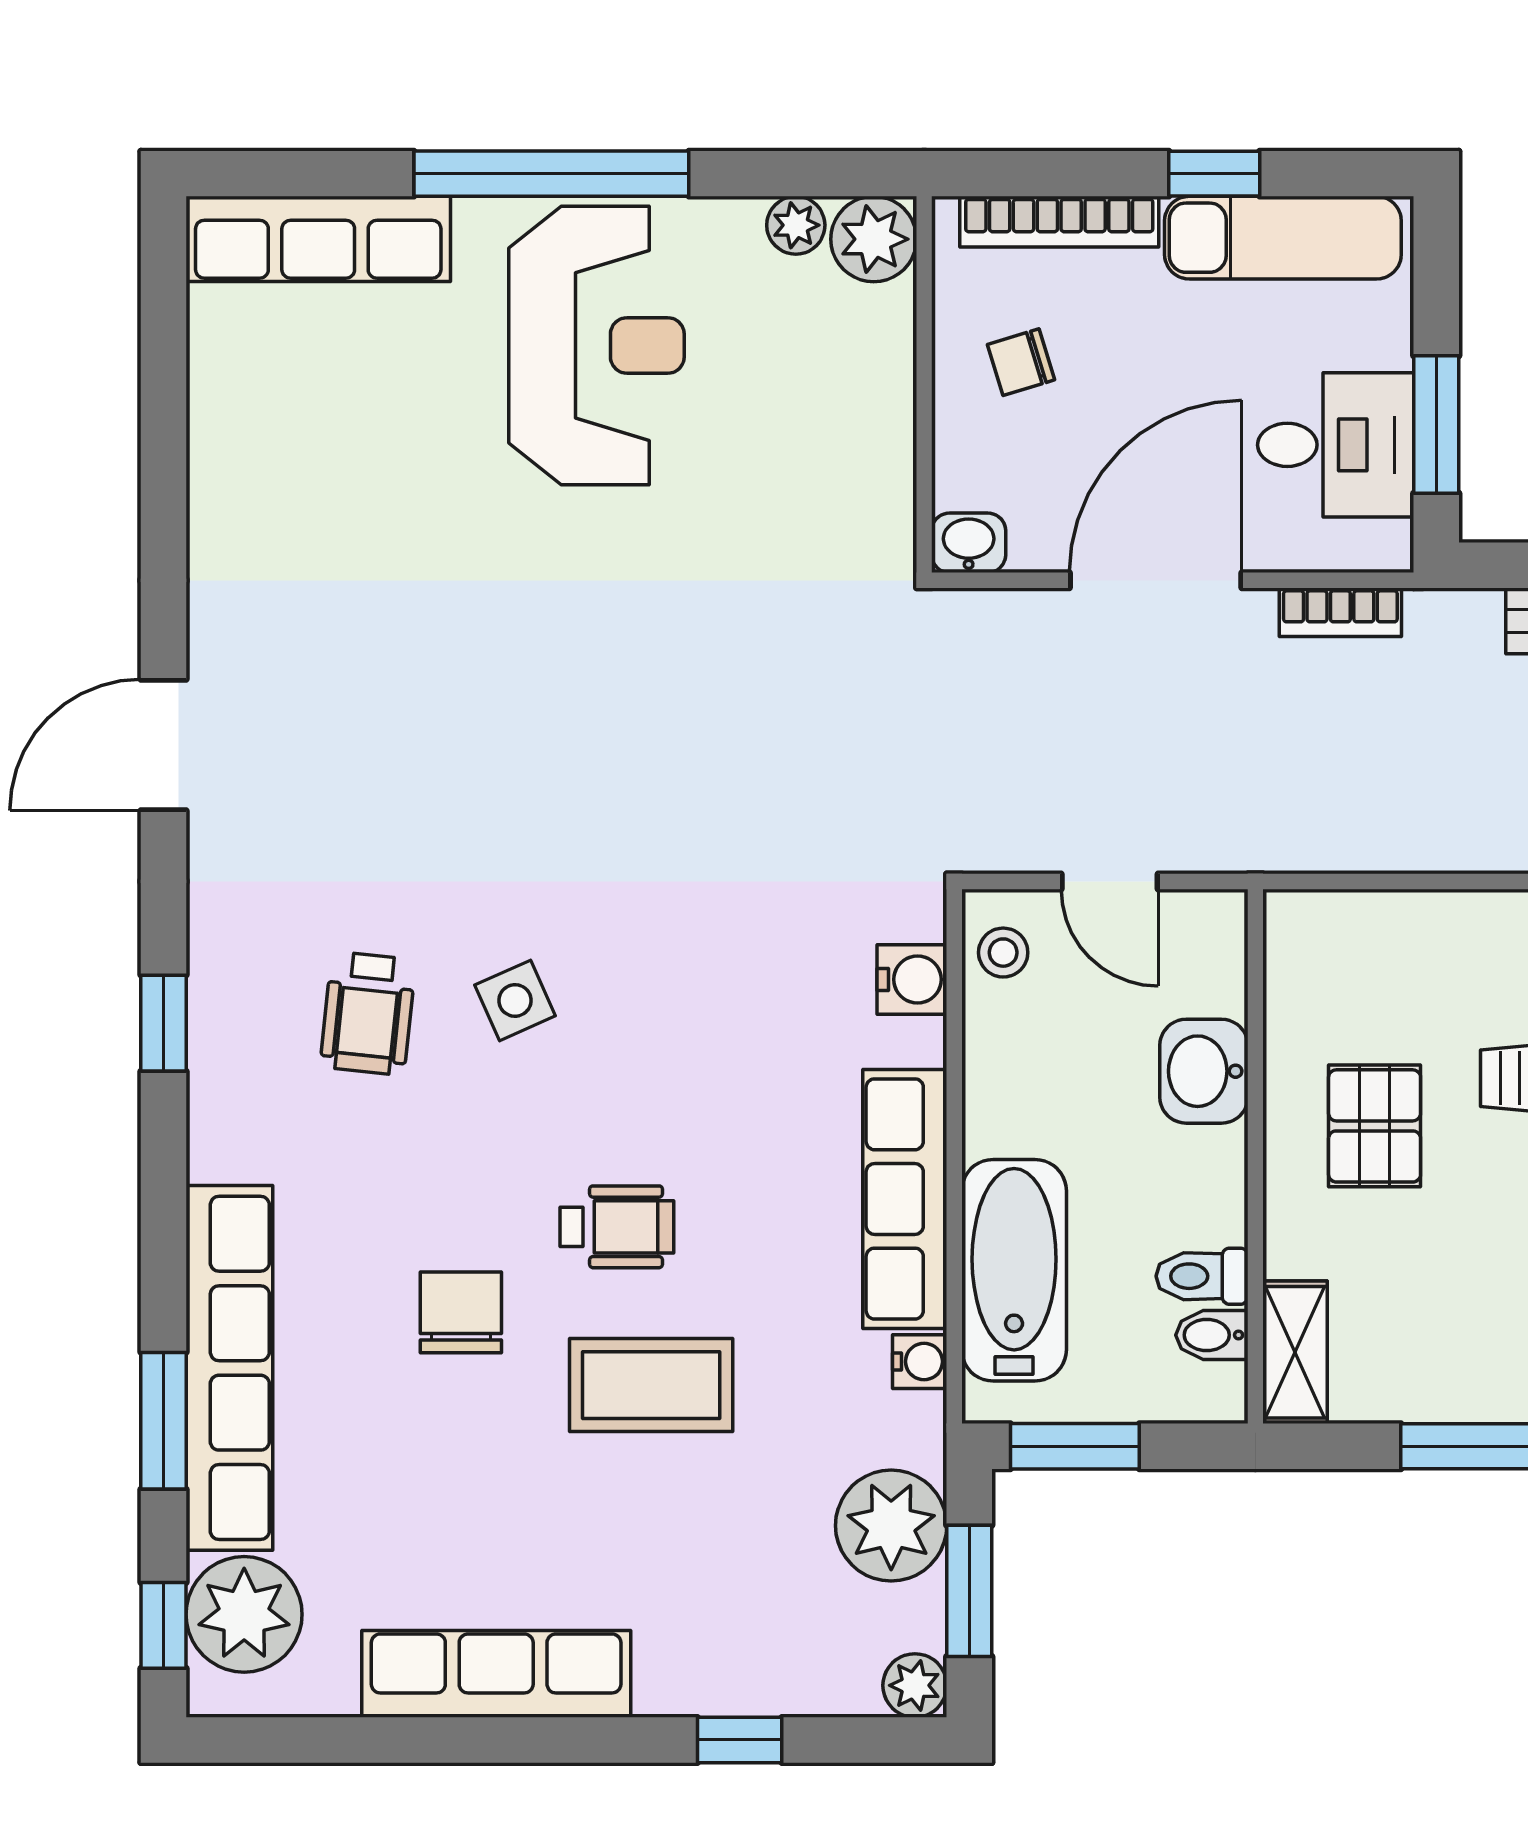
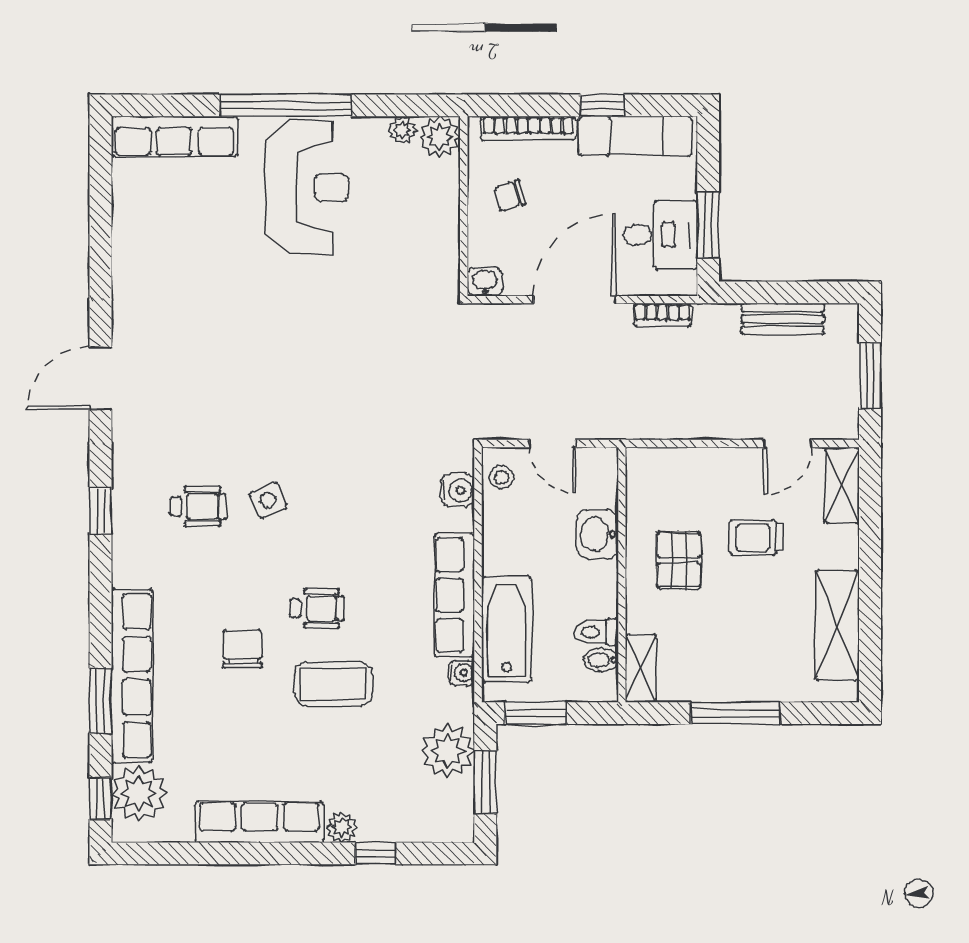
wheelchair: (368, 1013) -> (198, 506), turned -96
plant: (915, 1685) -> (342, 827), moved

